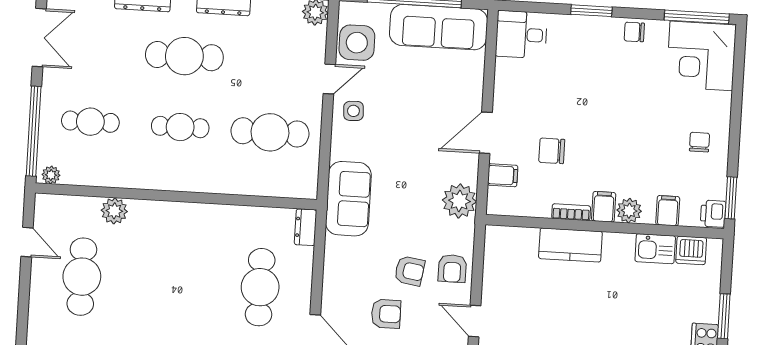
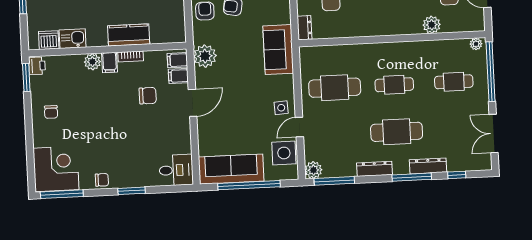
filing cabinet: (668, 211) -> (177, 60), moved, turned 90

